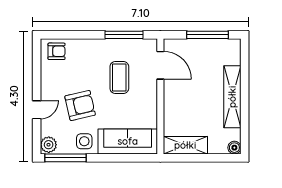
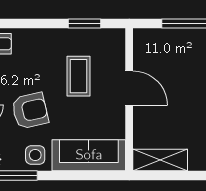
window: (124, 35) -> (84, 23), width x0.69
door: (160, 65) -> (129, 88), moved

